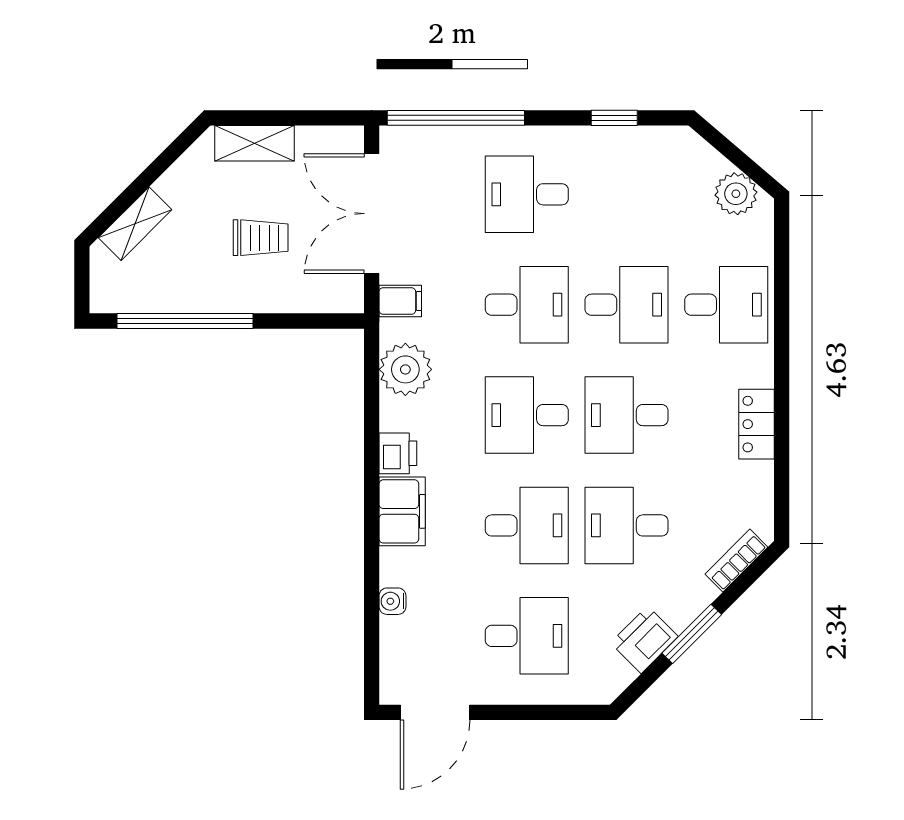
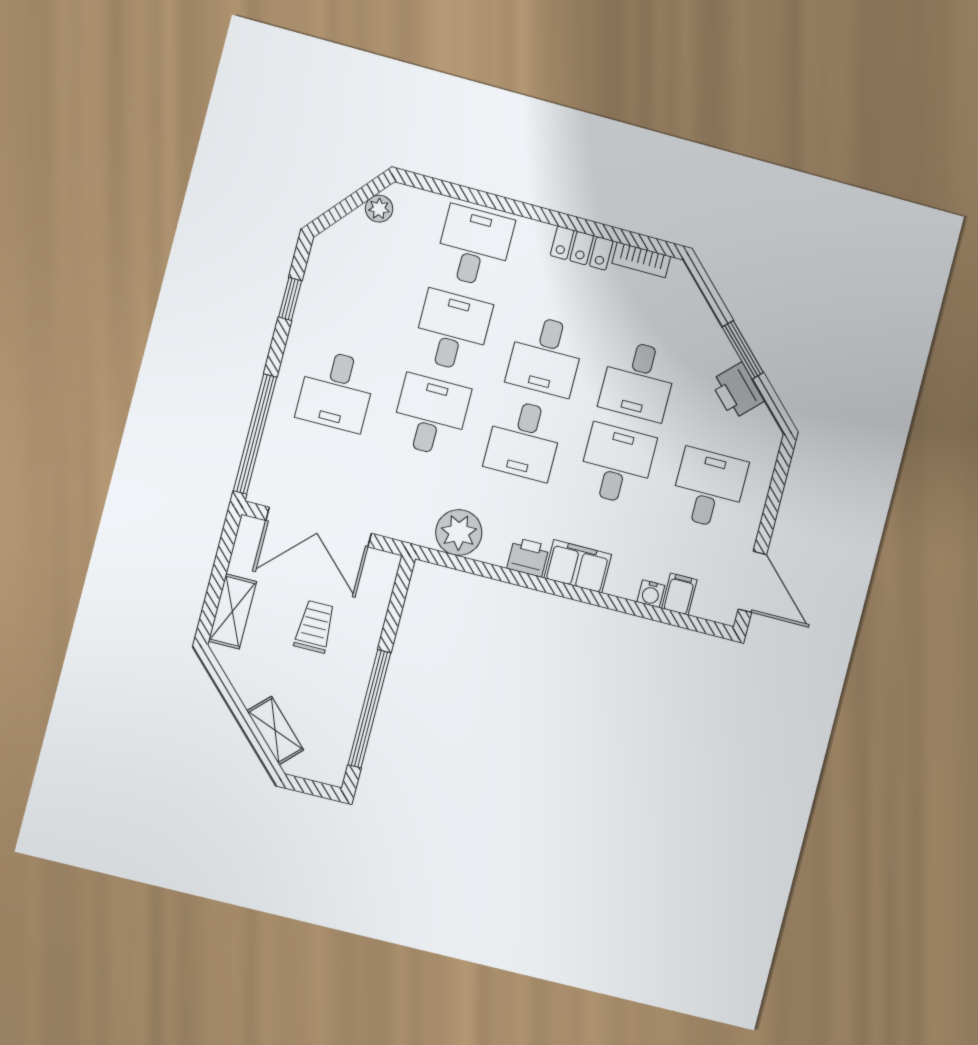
plant: (736, 194) -> (379, 209), width x0.73, depth x0.73
filing cabinet: (400, 301) -> (679, 594), moved
bookcase: (736, 561) -> (641, 260), moved, turned -45

